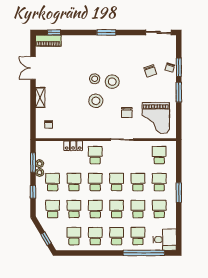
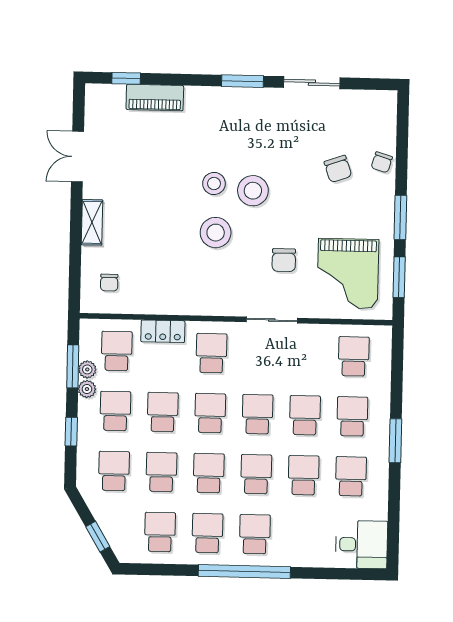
sliding door: (159, 32) -> (312, 83), moved
piano: (48, 41) -> (155, 98), moved
window: (179, 67) -> (399, 277), moved
school desk: (138, 236) -> (117, 351), moved
window: (144, 253) -> (244, 571), moved

